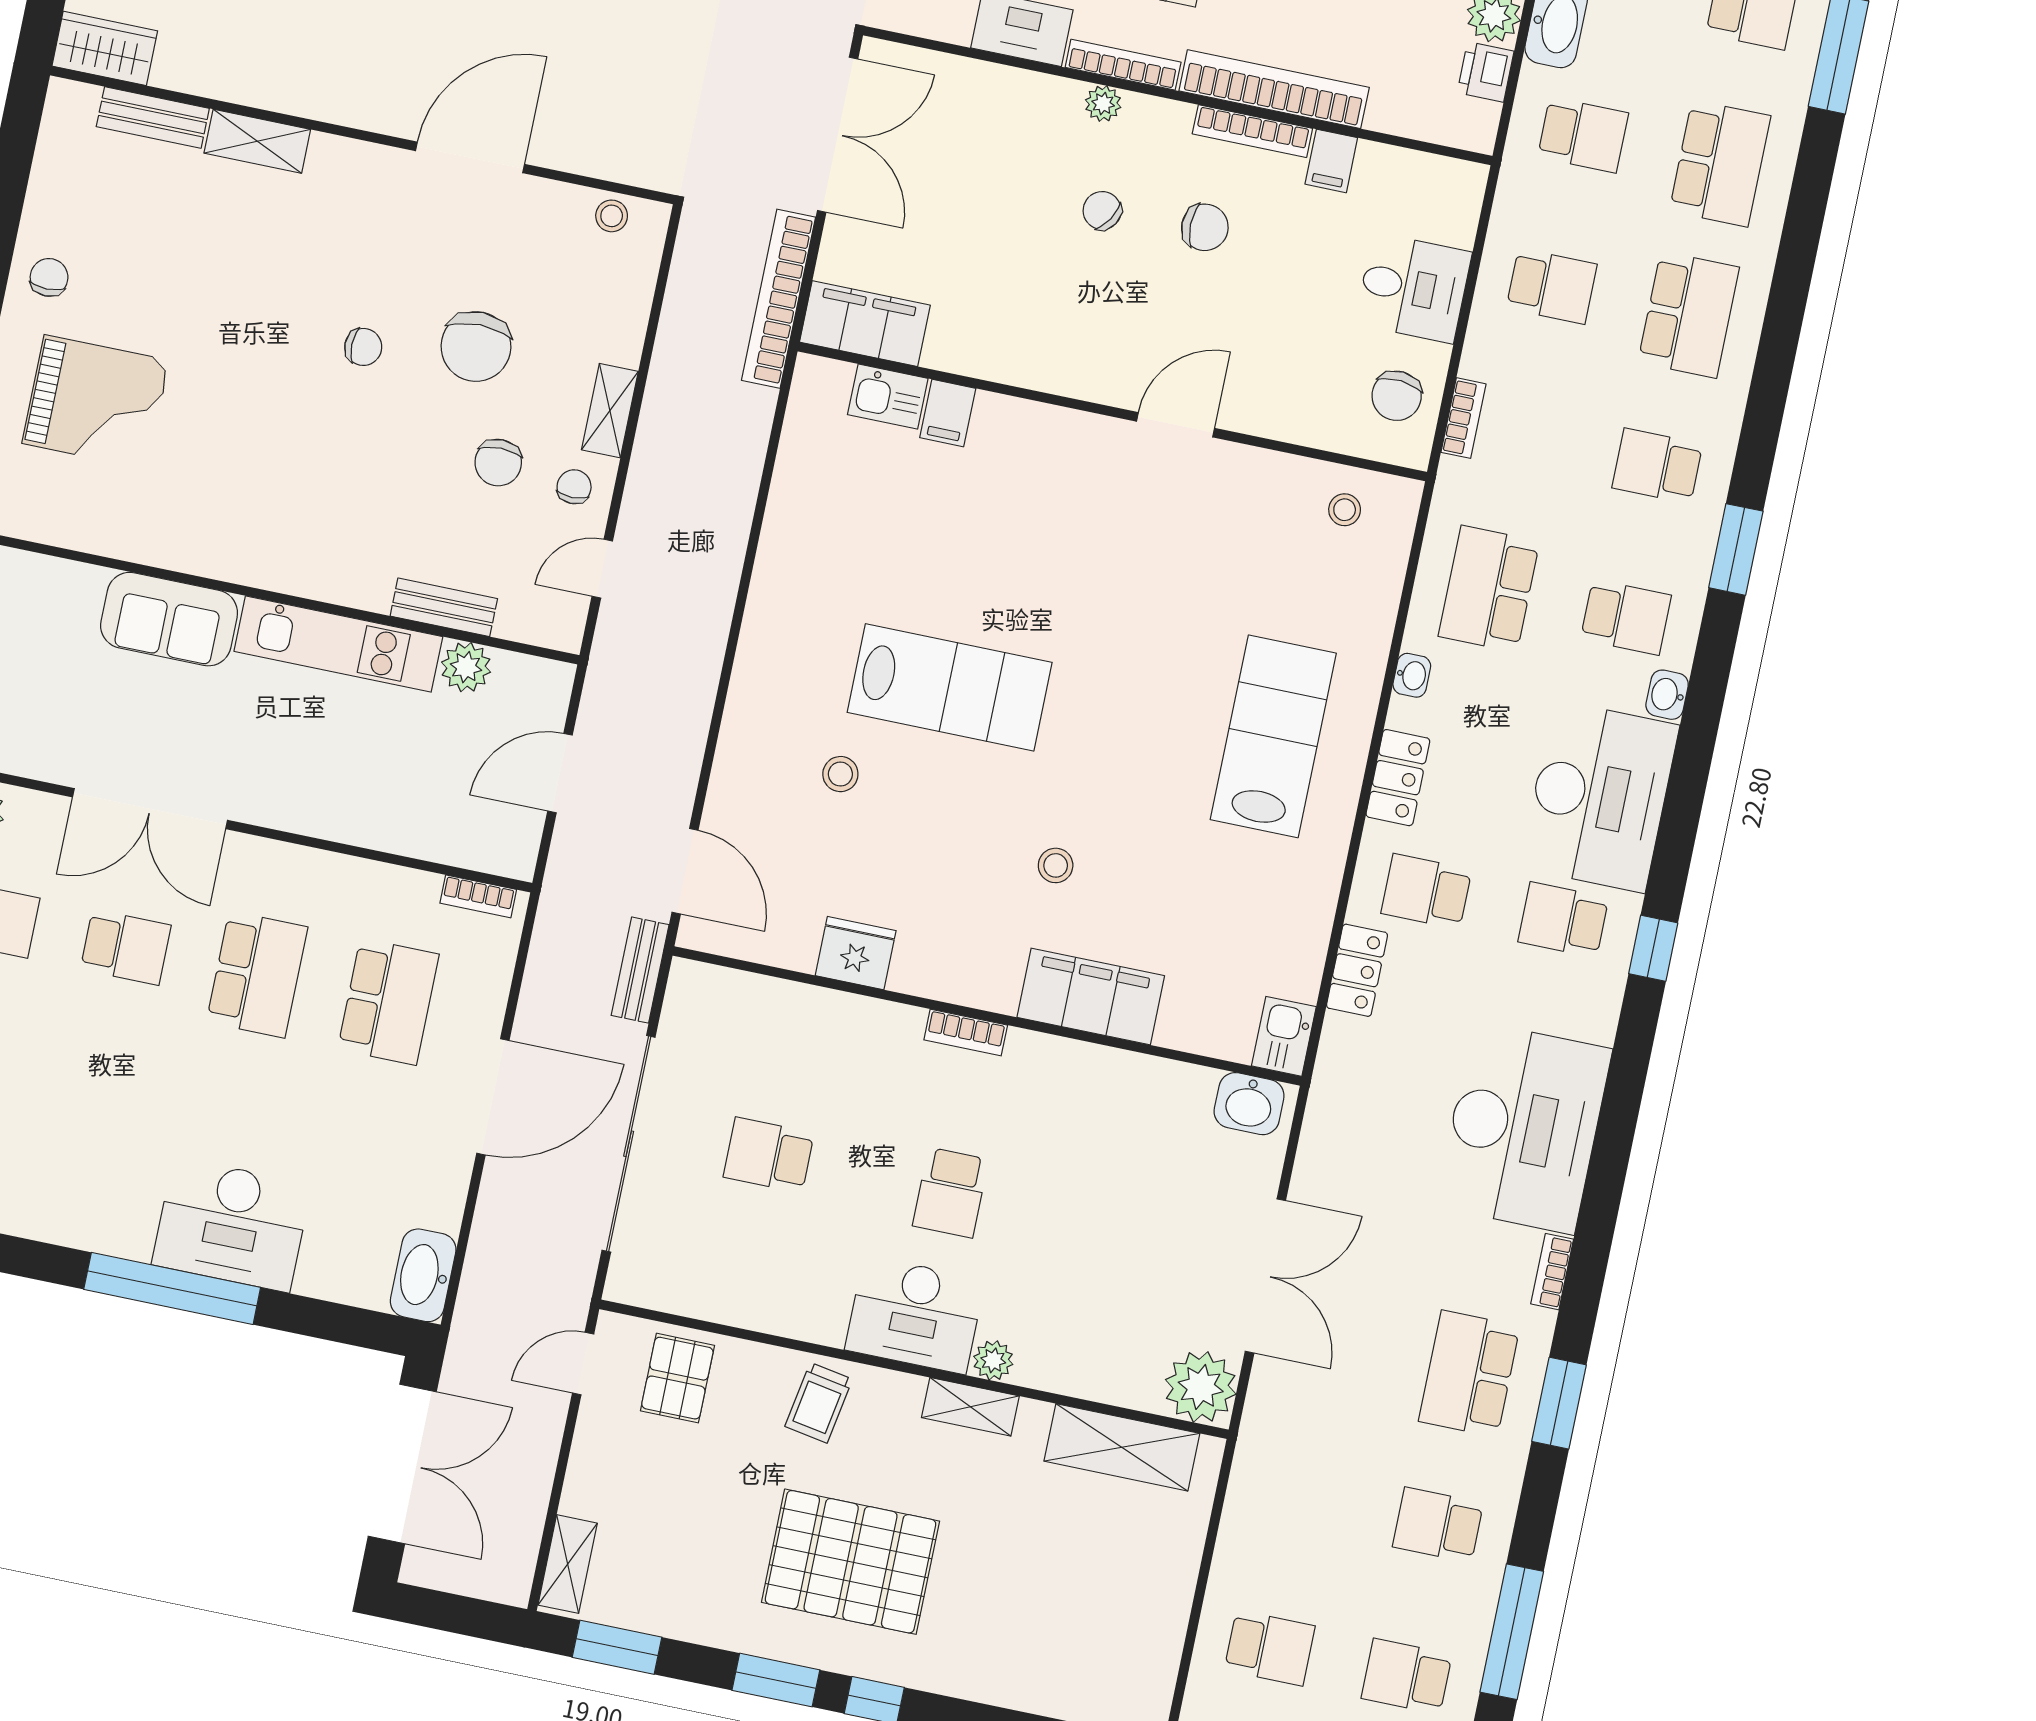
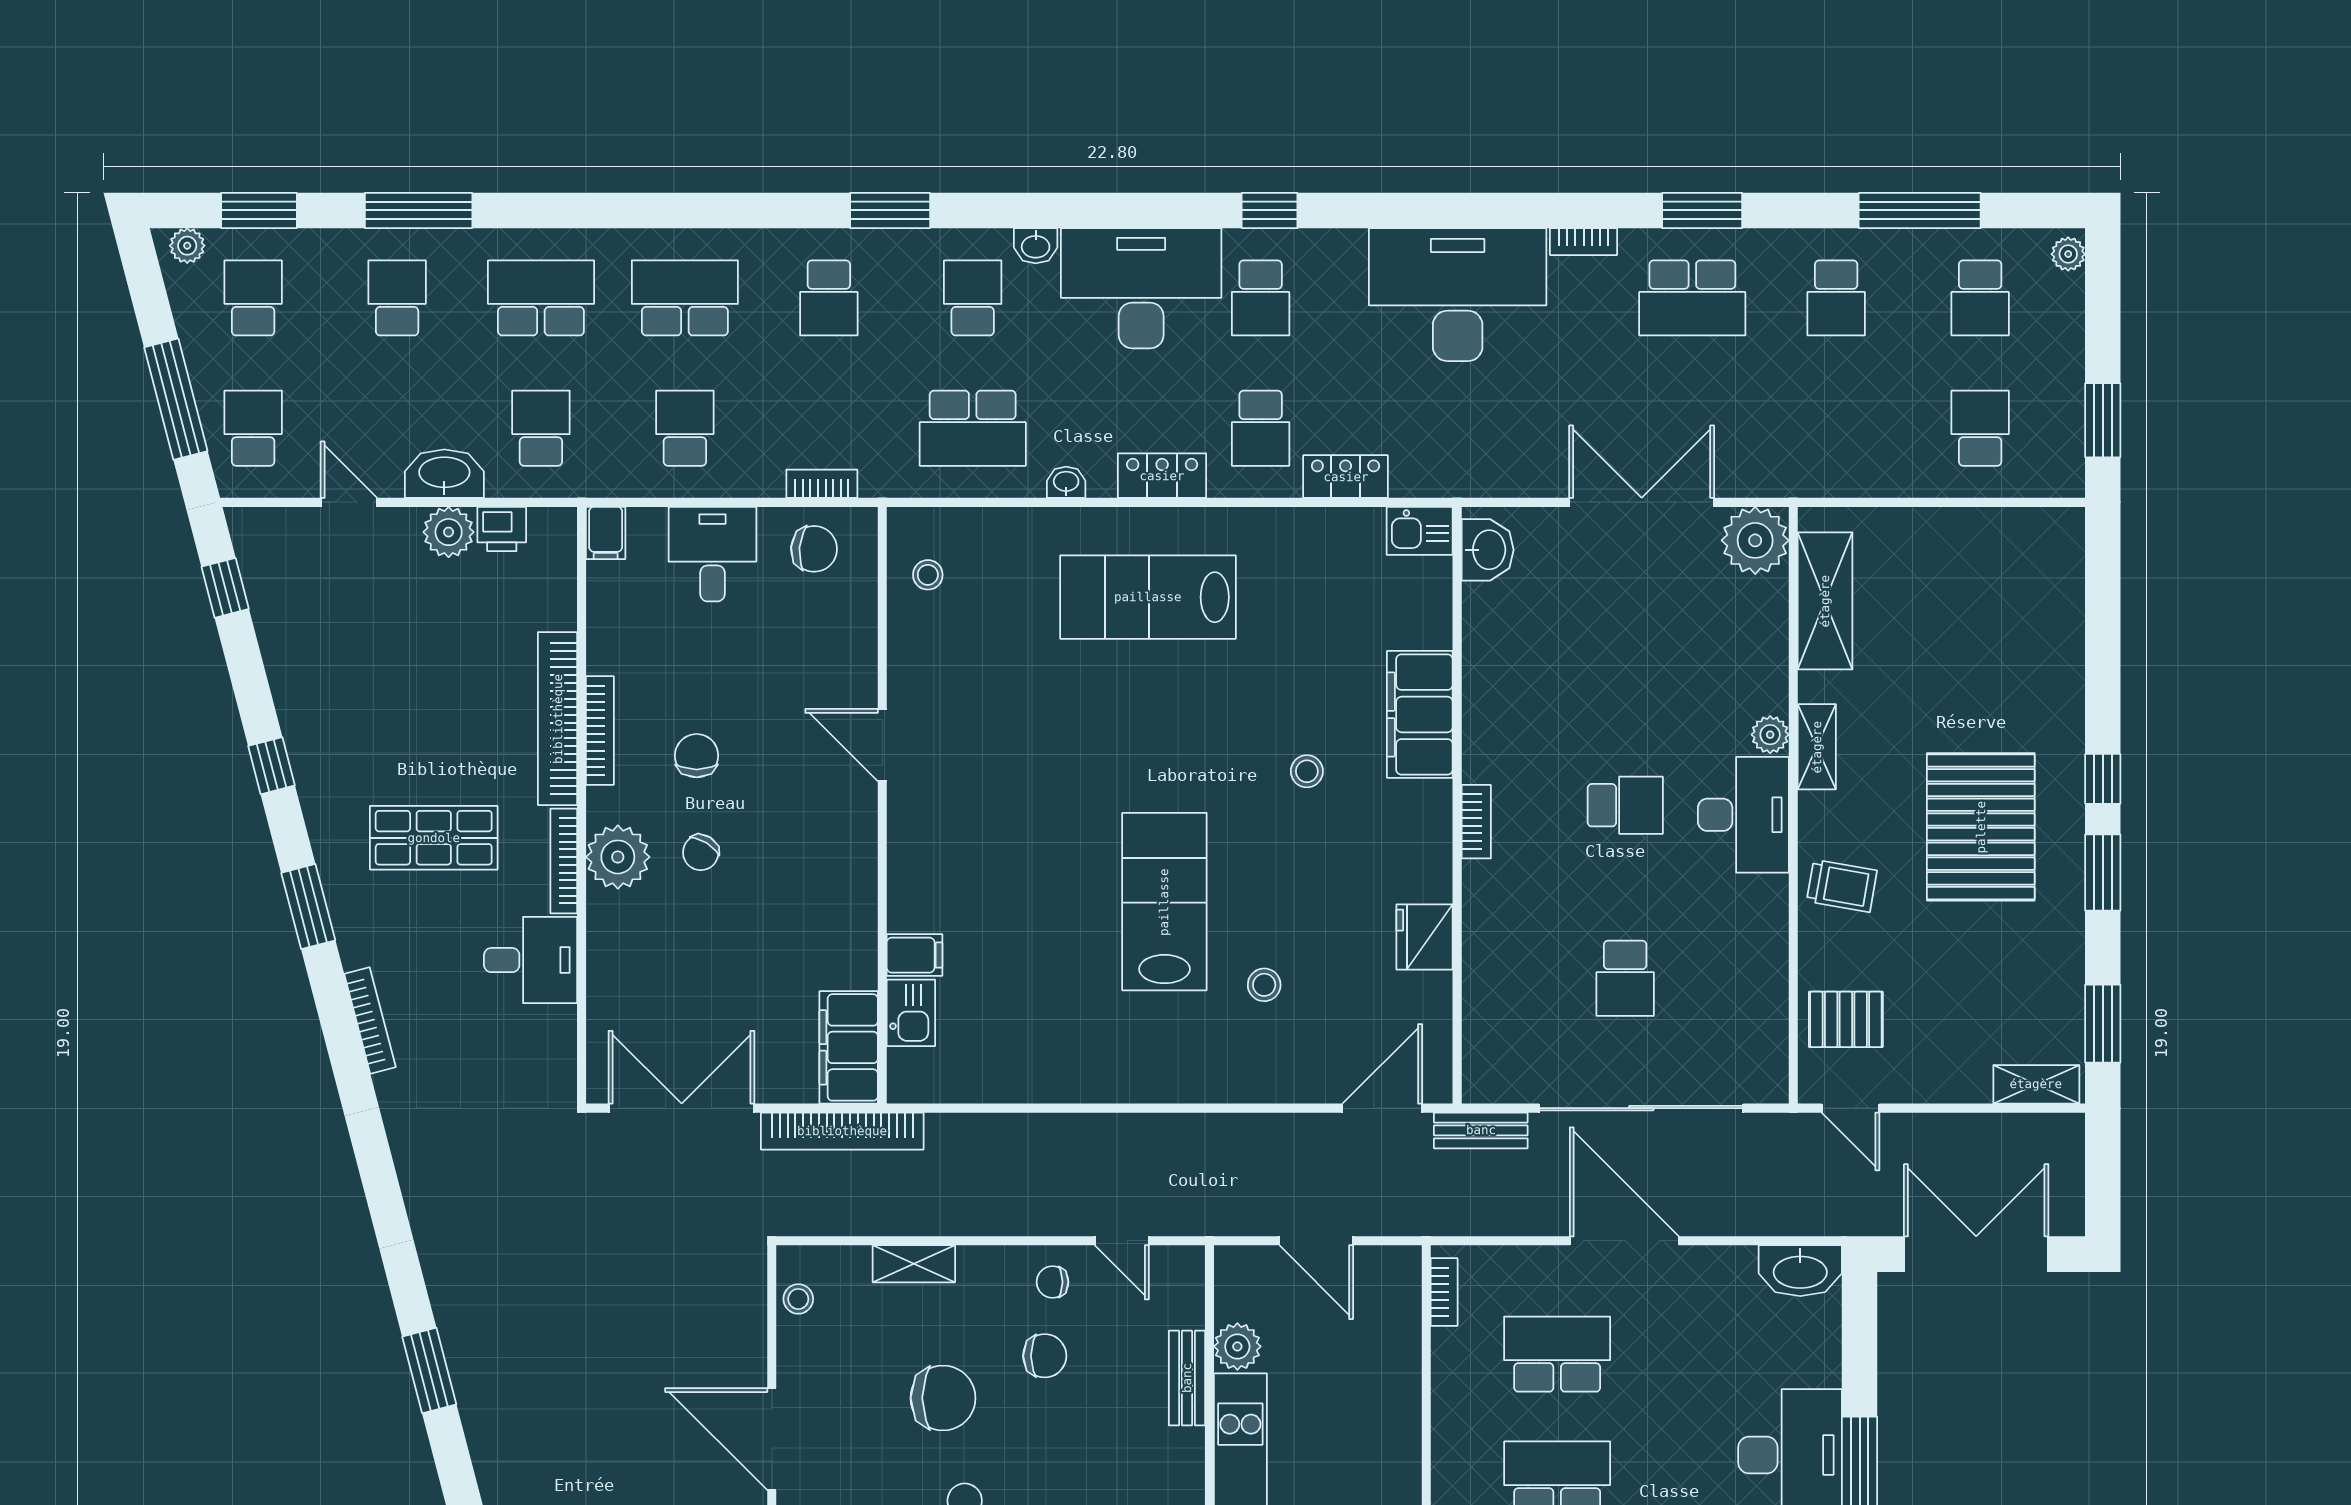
plant: (1103, 104) -> (618, 857), width x1.87, depth x1.87
filing cabinet: (1331, 161) -> (606, 533), moved, turned 90
shelving: (610, 411) -> (914, 1264), moved

